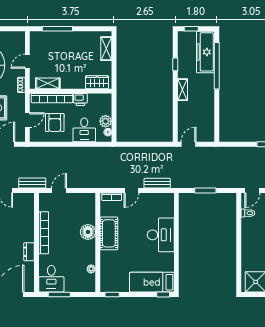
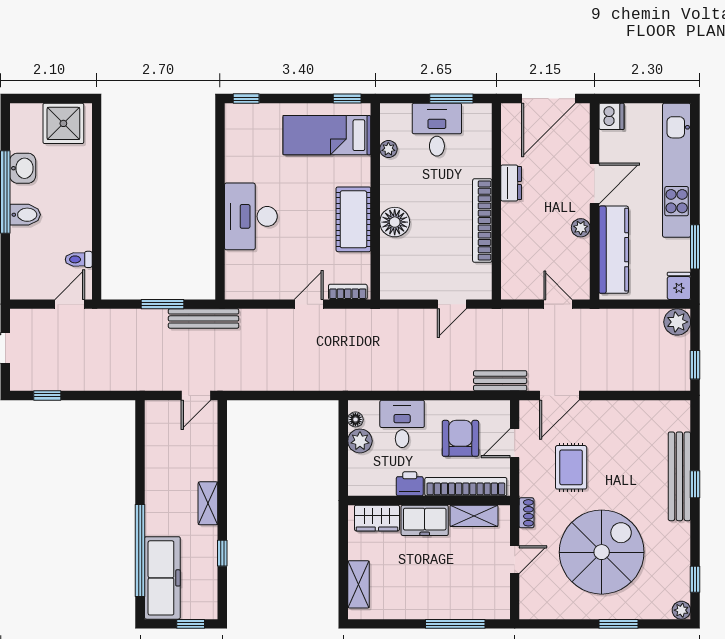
freezer: (73, 81) -> (425, 520), added
bench: (32, 183) -> (500, 381), moved
bench: (157, 183) -> (204, 318), moved, width x1.36
desk: (51, 279) -> (437, 130), moved
bed: (152, 282) -> (327, 135), moved, turned 180

